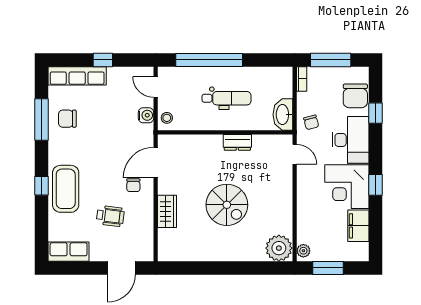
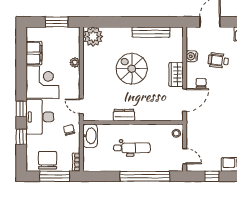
window: (103, 60) -> (212, 176), moved
chair: (355, 96) -> (48, 160), moved
dental chair: (226, 98) -> (132, 148), turned 180
water cooler: (146, 115) -> (192, 56), moved
window: (376, 185) -> (21, 109), moved
wardrobe: (167, 211) -> (176, 74), moved
plant: (303, 251) -> (75, 62), moved
bench: (201, 254) -> (151, 32), added

